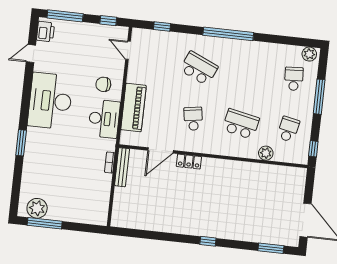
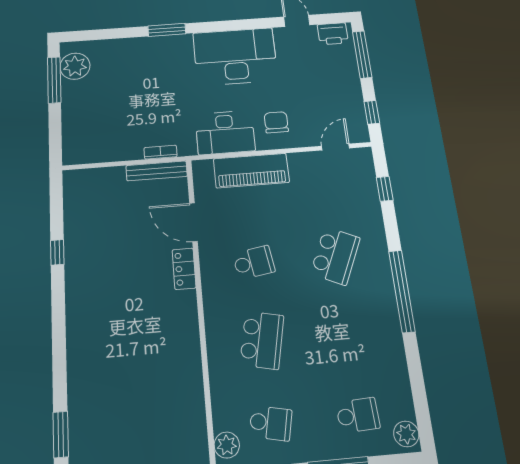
plant: (266, 153) -> (227, 445), moved
window: (208, 241) -> (57, 252), moved

